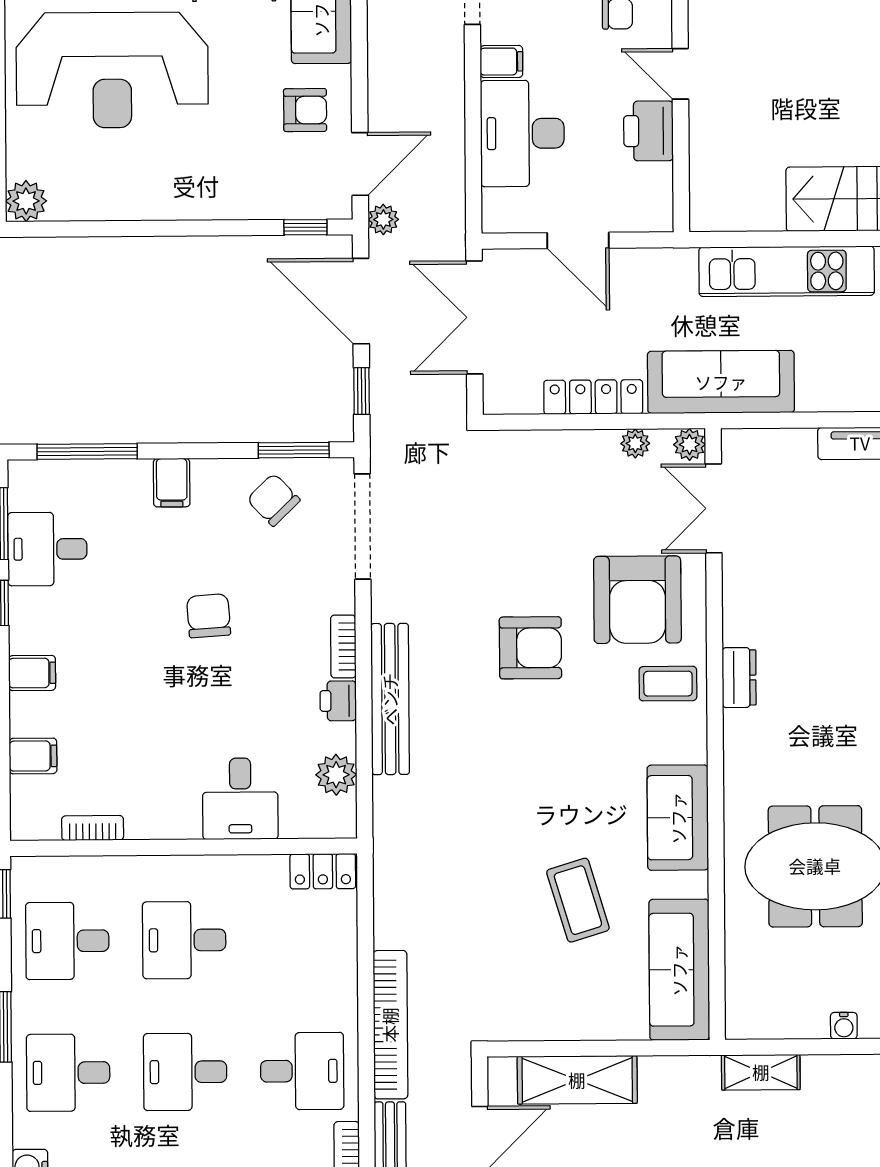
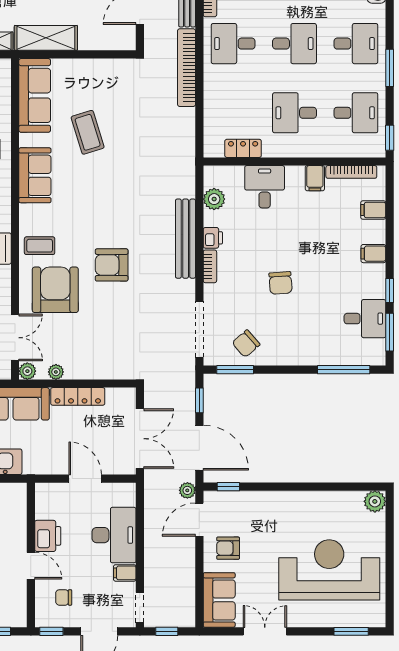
filing cabinet: (172, 483) -> (315, 178), moved, turned 180
chair: (273, 500) -> (246, 344), turned 93
bookcase: (93, 828) -> (351, 172), width x1.56
locker: (323, 871) -> (243, 148), moved
desk: (184, 940) -> (295, 113), turned 180
shelving: (577, 1080) -> (46, 38), moved

